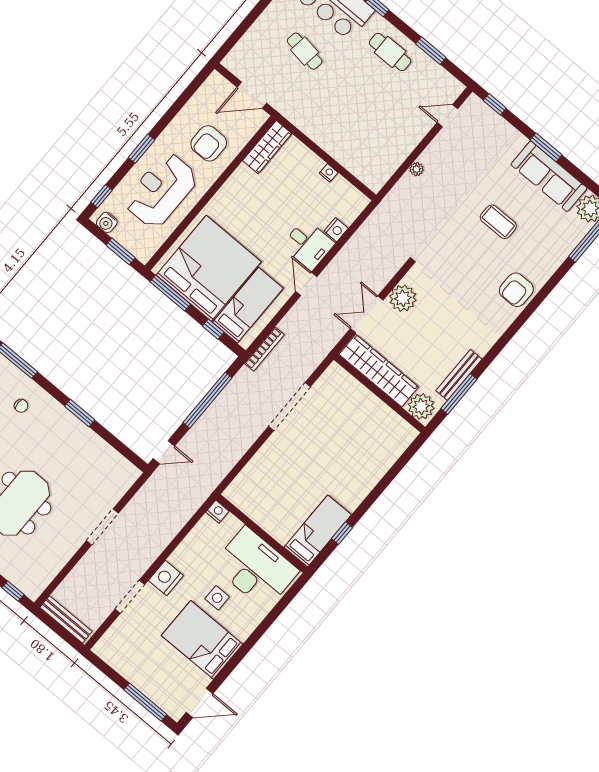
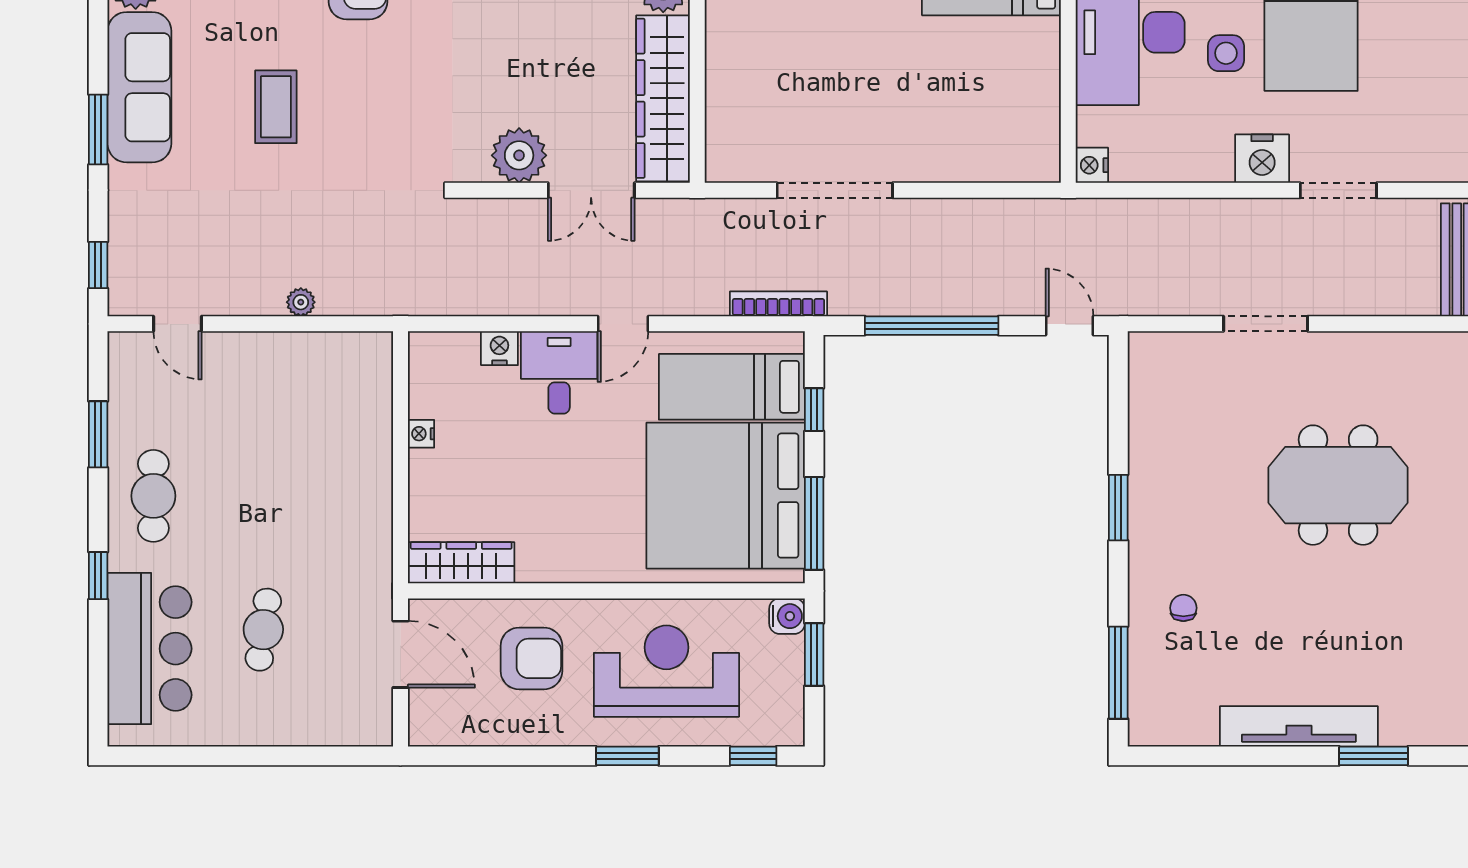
reception desk: (161, 190) -> (666, 671), turned 180
water cooler: (107, 222) -> (787, 616), moved

